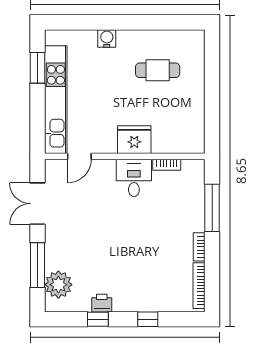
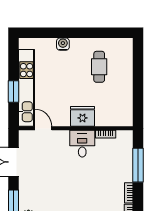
window: (37, 68) -> (13, 91), moved
cafe table: (158, 70) -> (99, 67), turned 90
door: (79, 156) -> (43, 128), swing flipped

